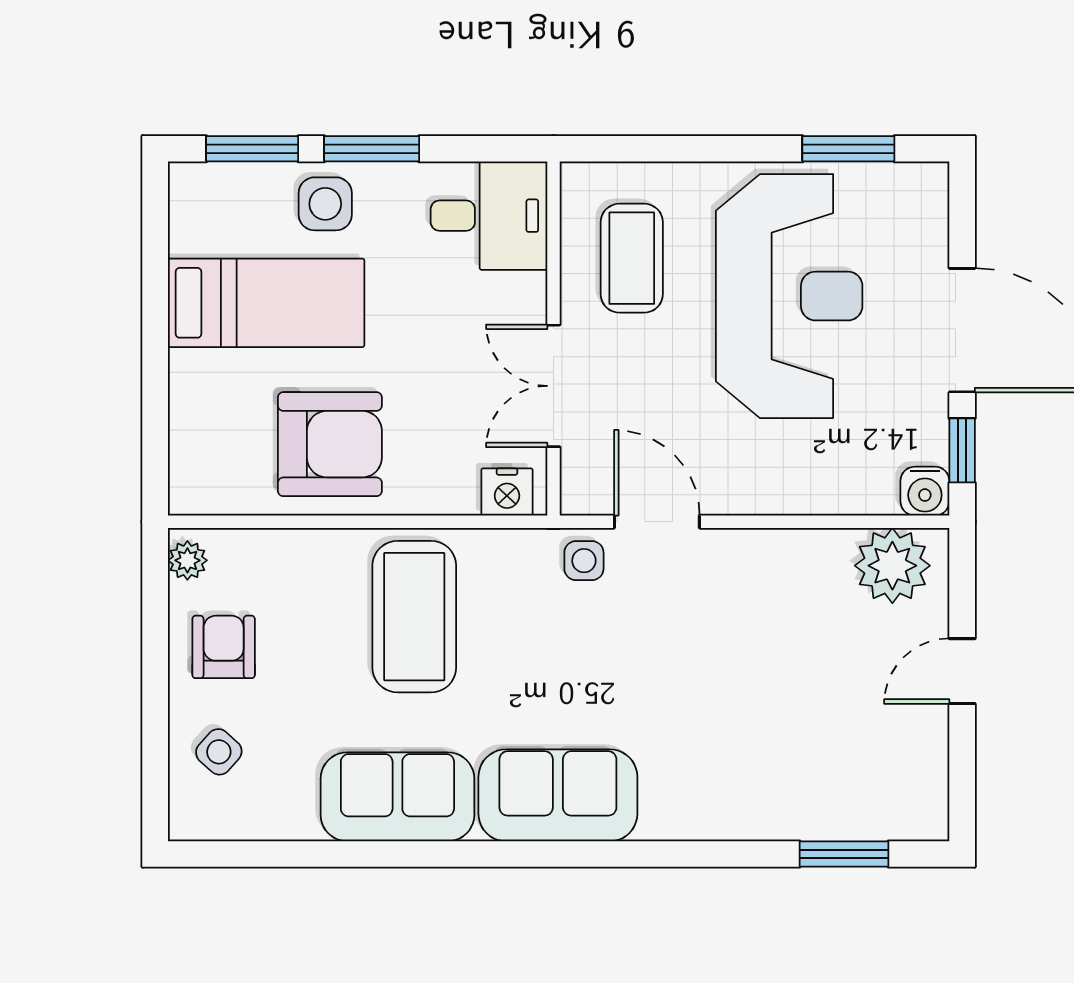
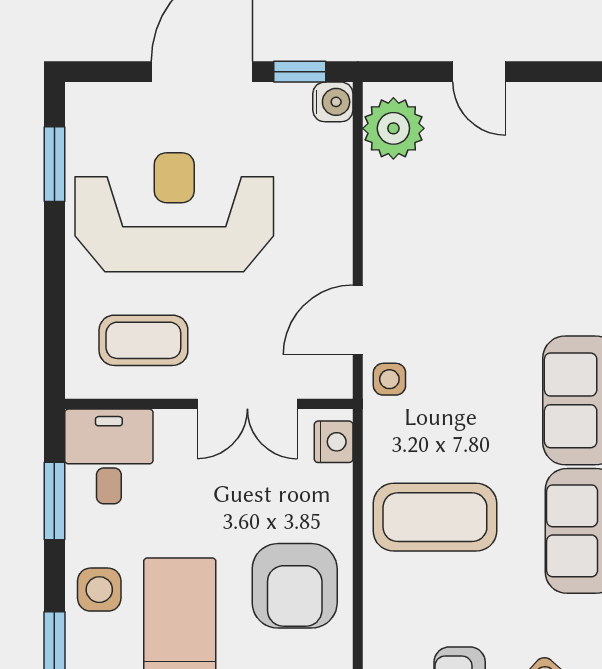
window: (372, 149) -> (54, 501), moved
armchair: (330, 444) -> (295, 586), turned 180

